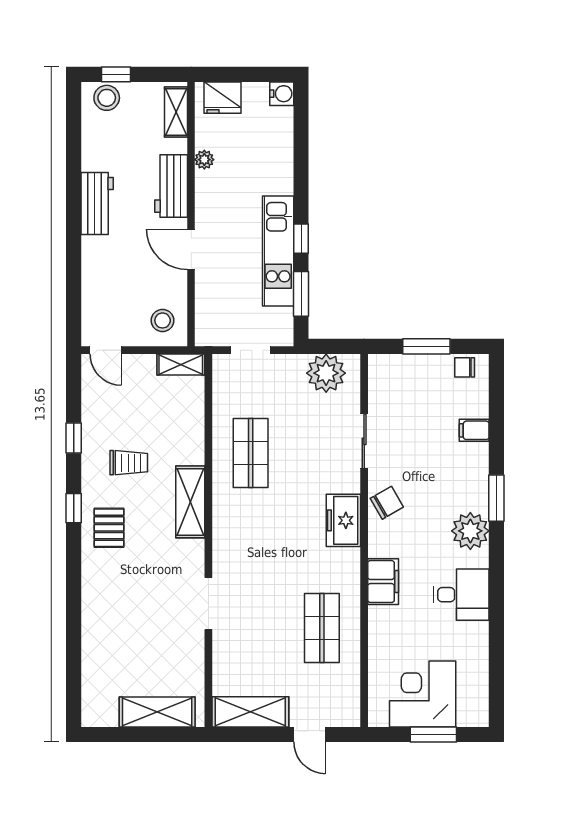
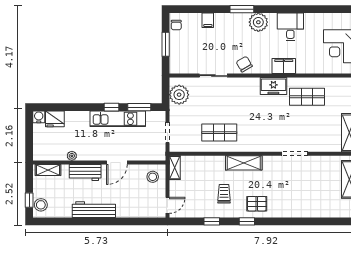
fridge: (222, 98) -> (55, 119), moved, turned 90
workbench: (97, 203) -> (94, 210), width x1.38
freezer: (343, 520) -> (273, 86), moved

